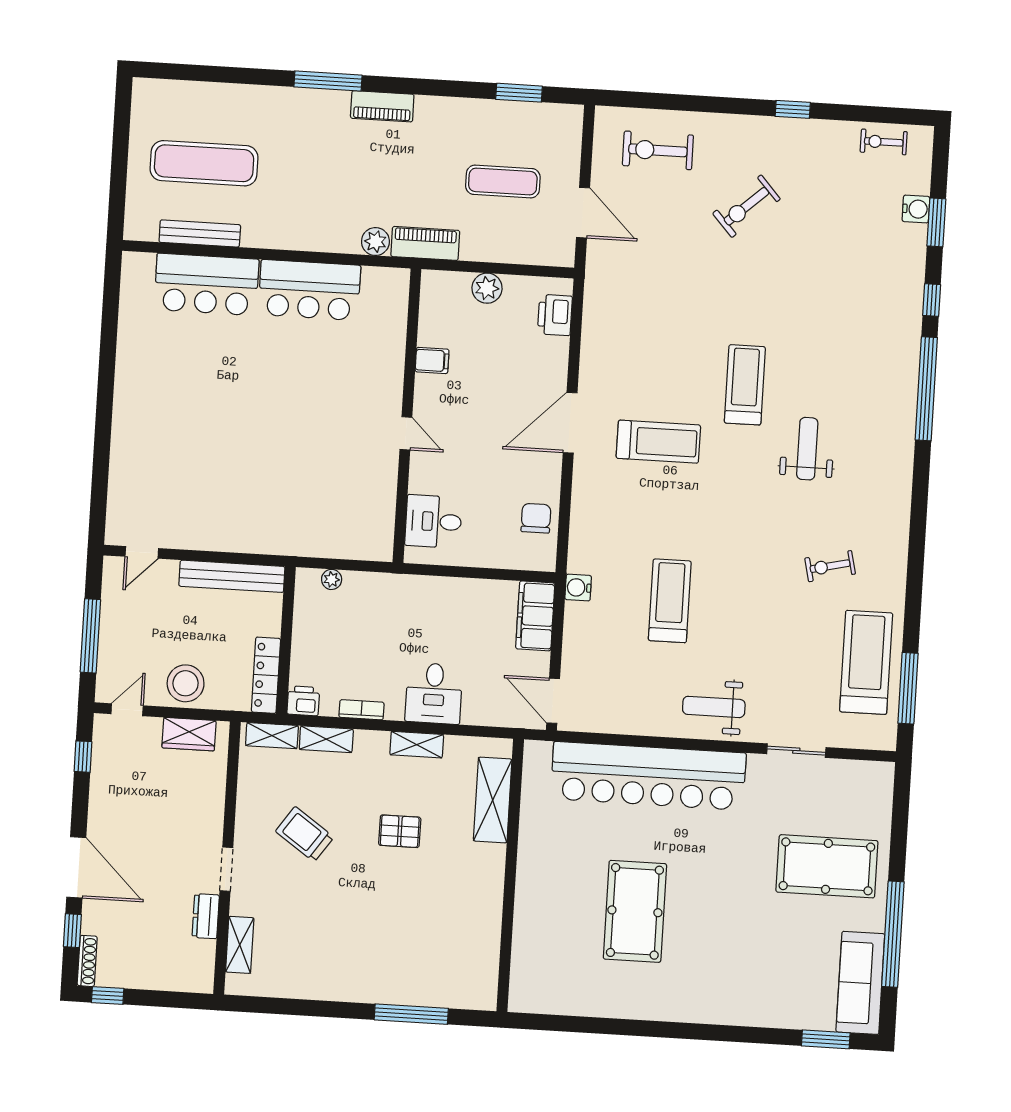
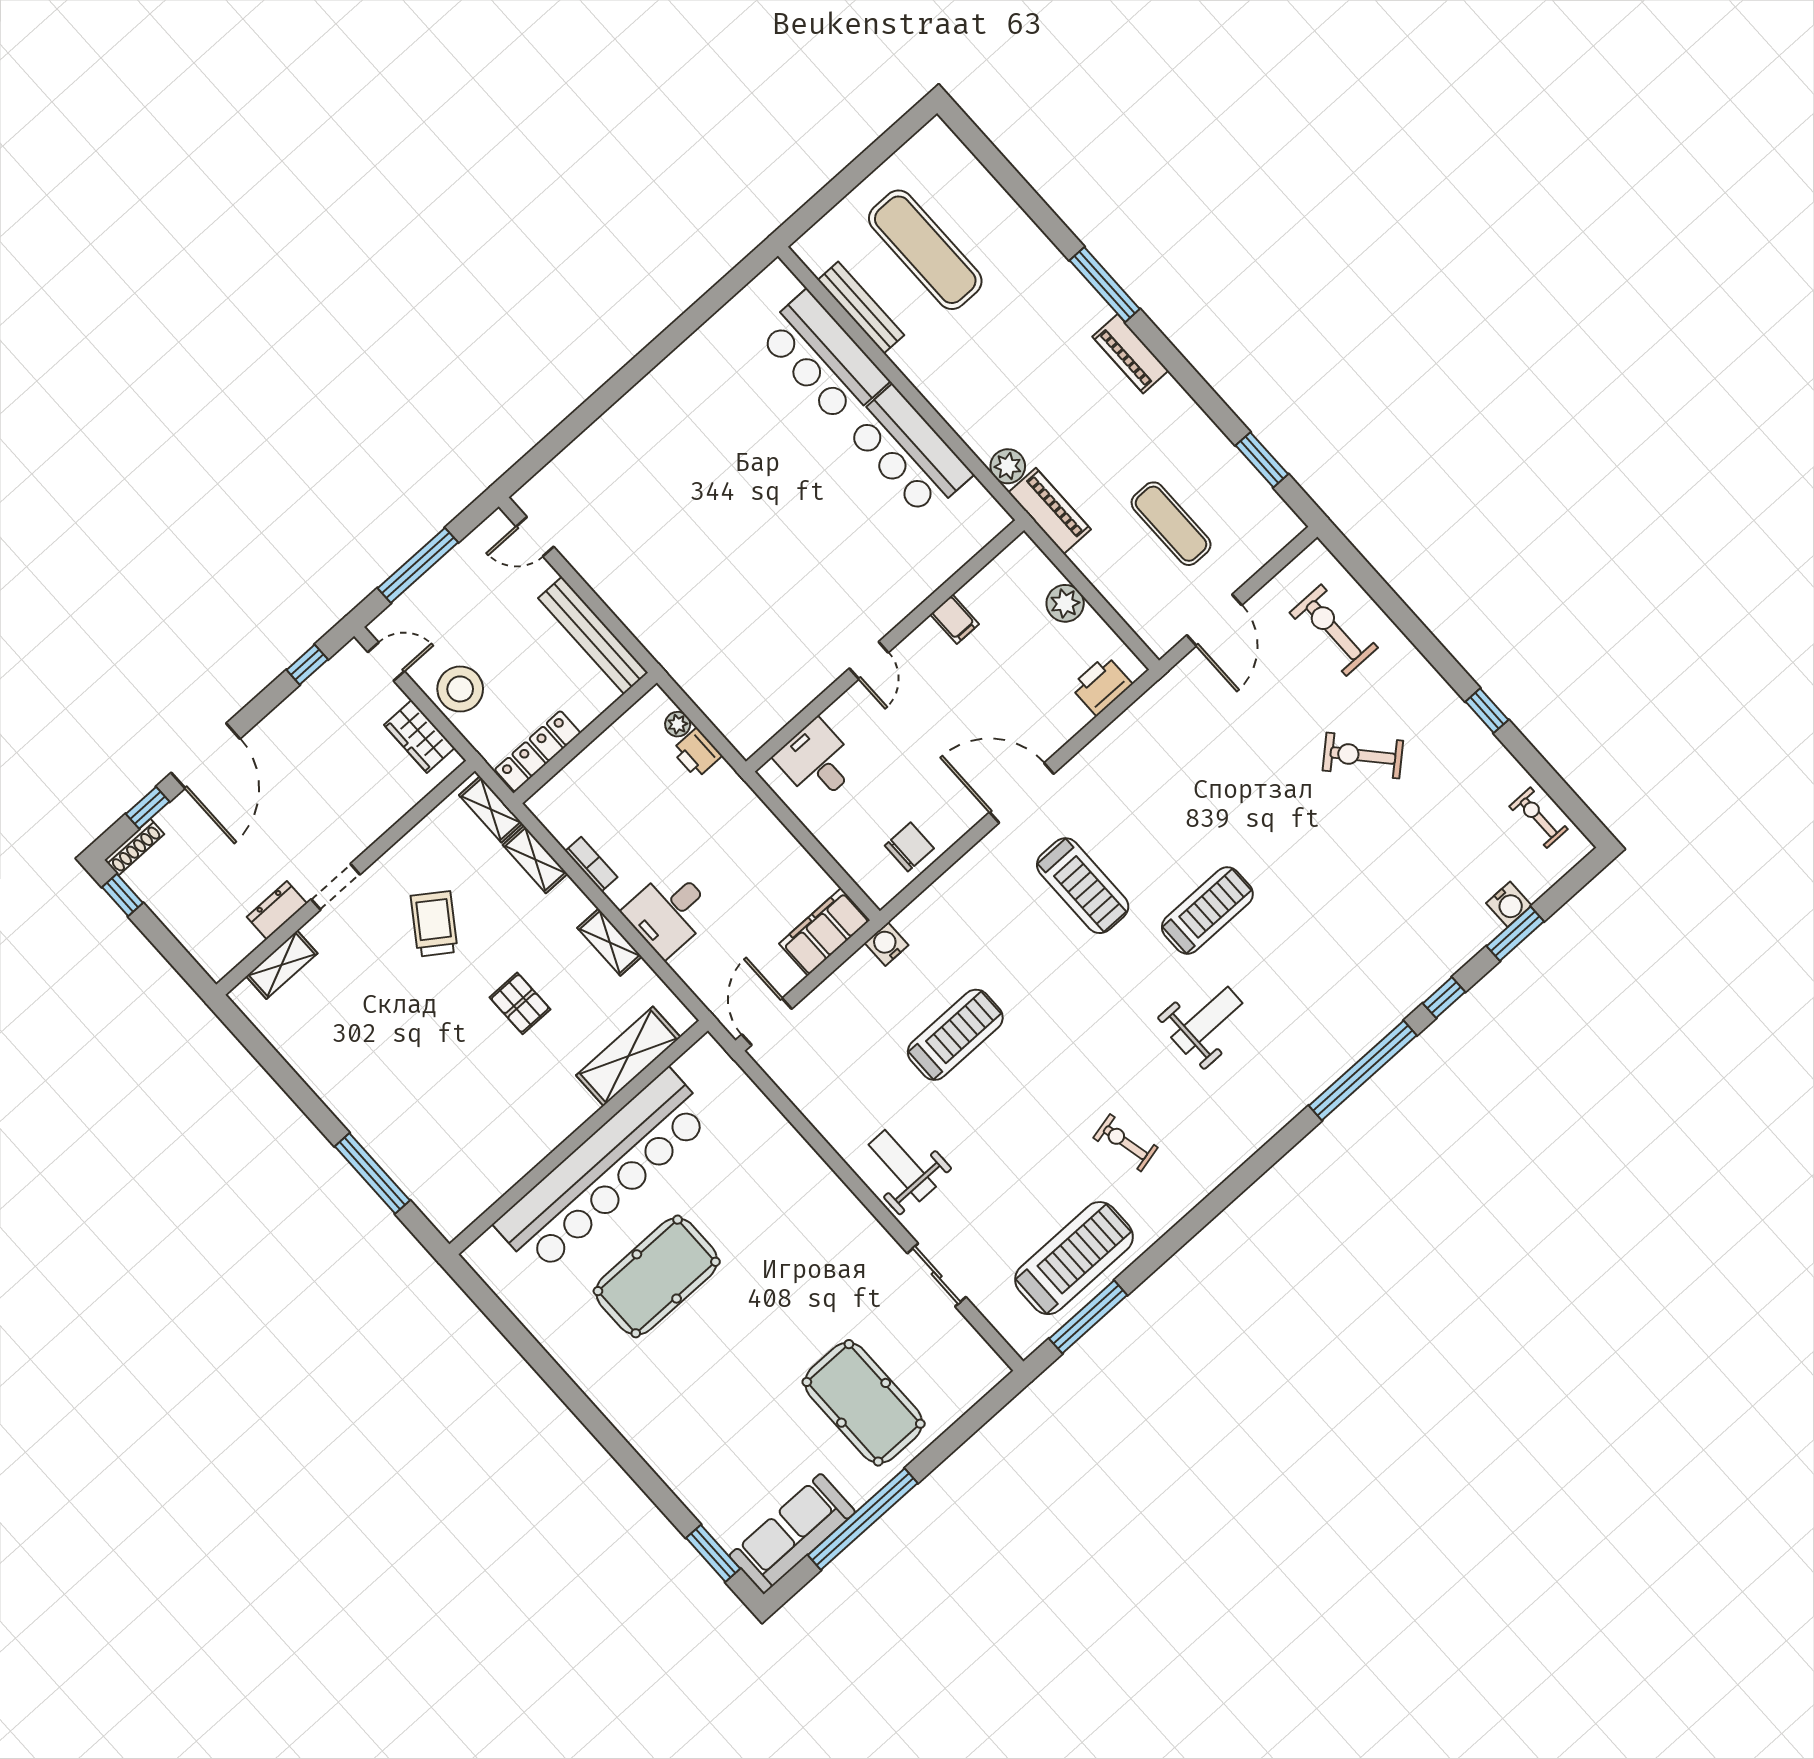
printer: (303, 701) -> (697, 753), moved, turned 180
bar counter: (648, 776) -> (604, 1171), moved, turned -90

